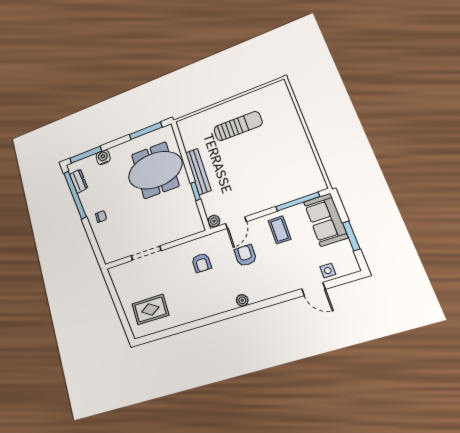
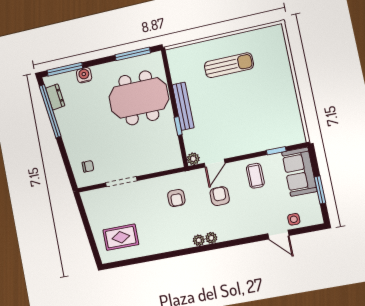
window: (298, 202) -> (276, 151), width x0.46
chair: (101, 217) -> (88, 166), moved
plant: (230, 304) -> (199, 240), added

